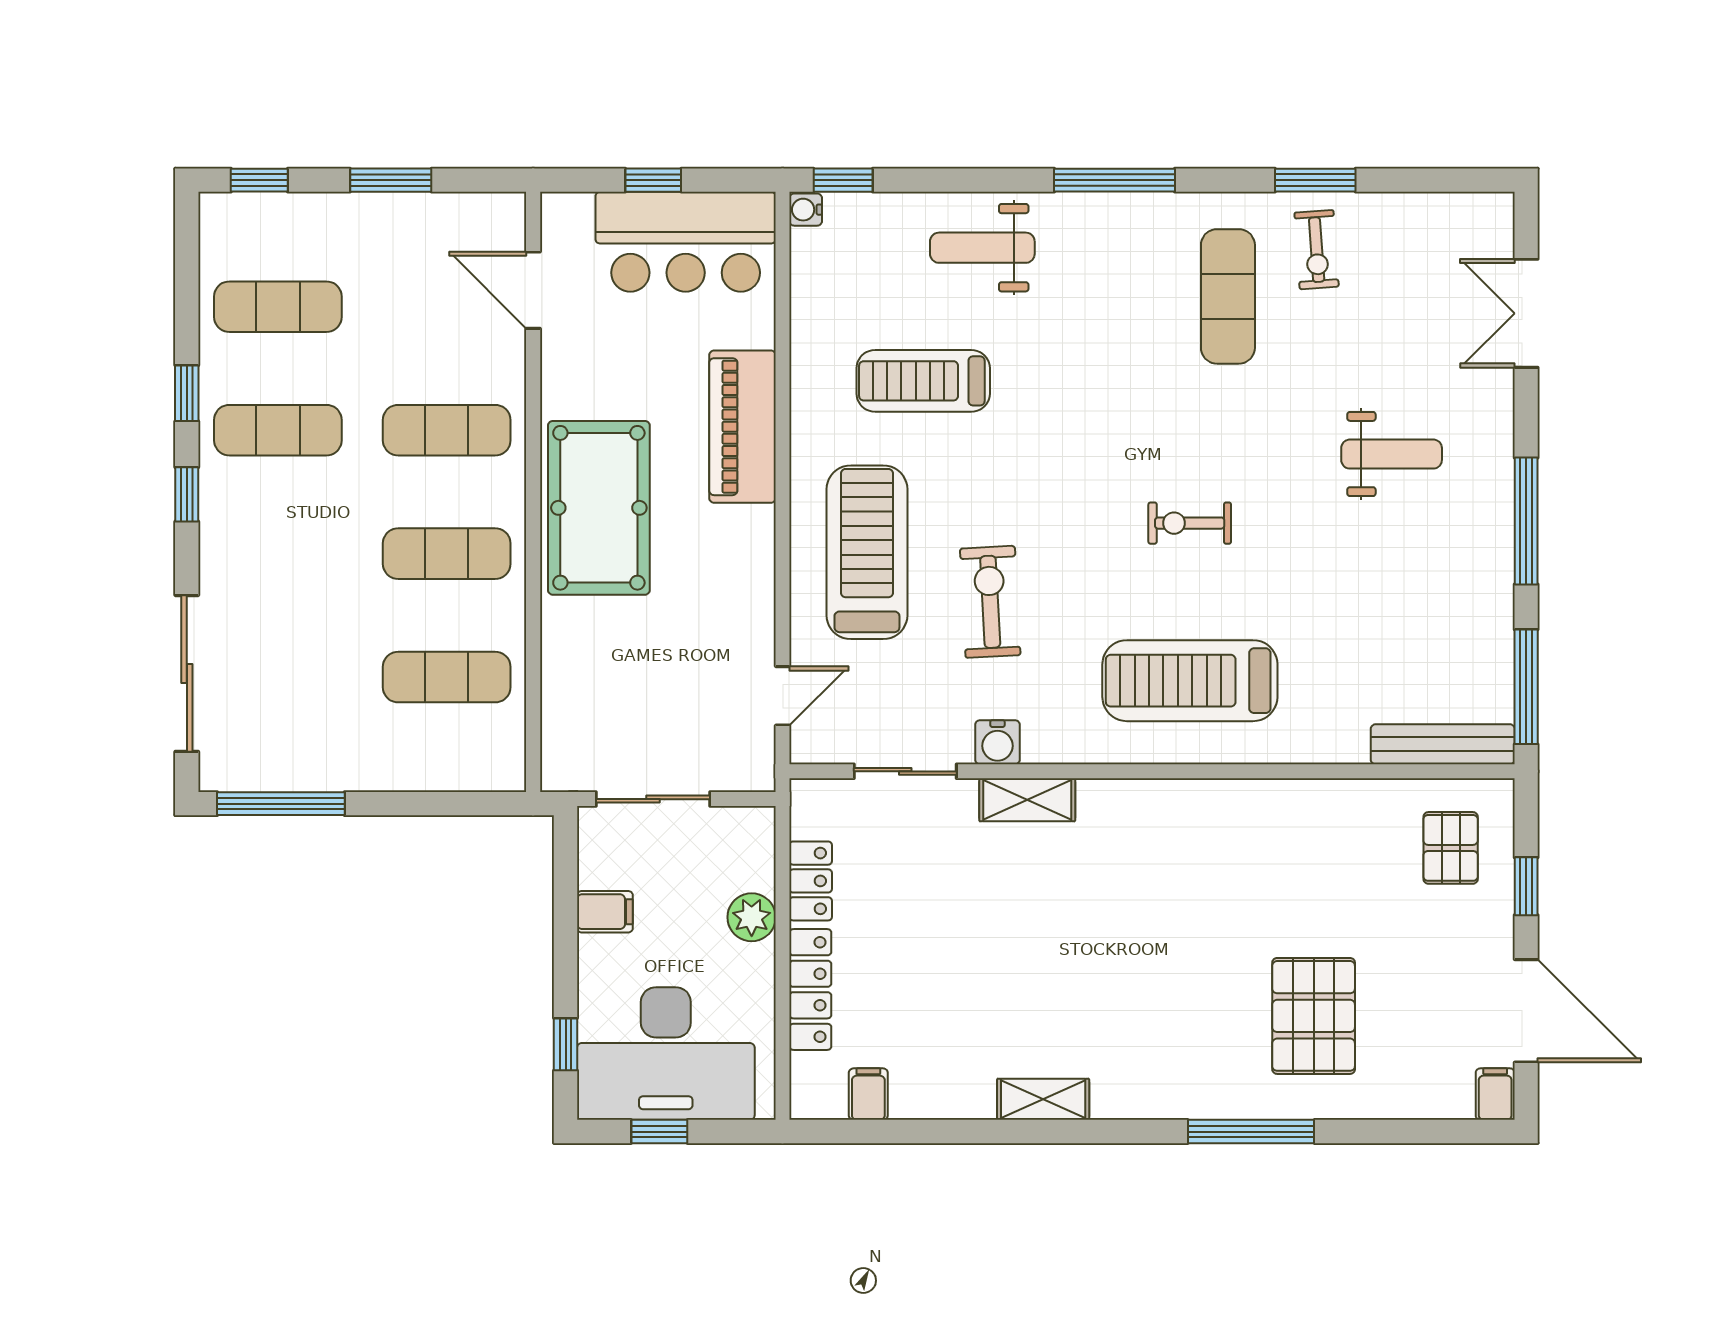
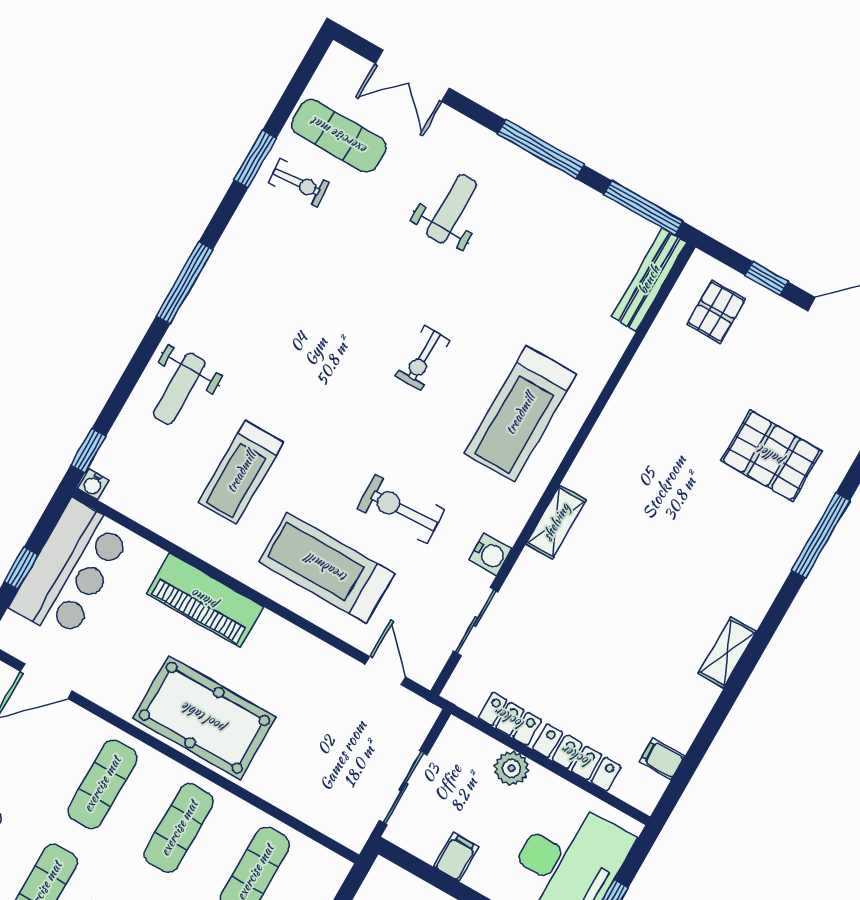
exercise mat: (1228, 296) -> (339, 136), moved
shelving: (1027, 800) -> (556, 522), moved
pallet: (1451, 848) -> (716, 312), turned 90

